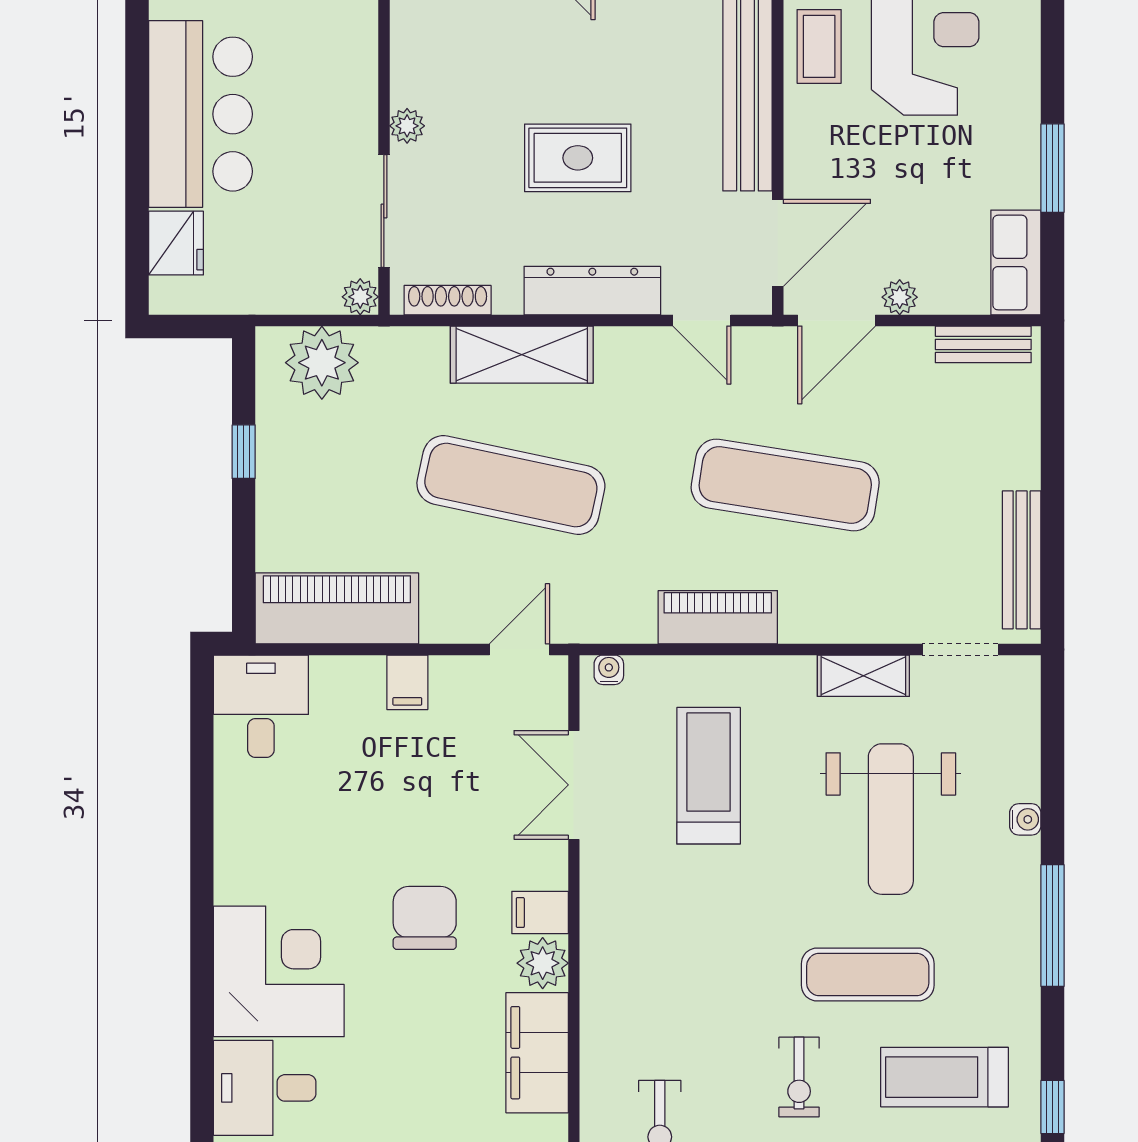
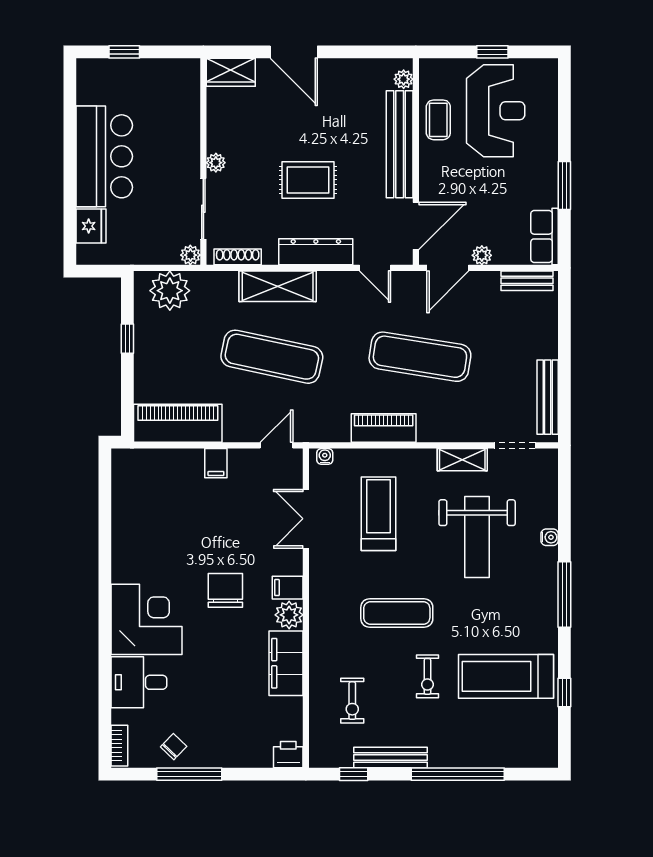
desk: (261, 706) -> (137, 476), removed
exercise mat: (868, 974) -> (397, 613), moved
treadmill: (944, 1077) -> (506, 676), width x1.37, depth x1.38

